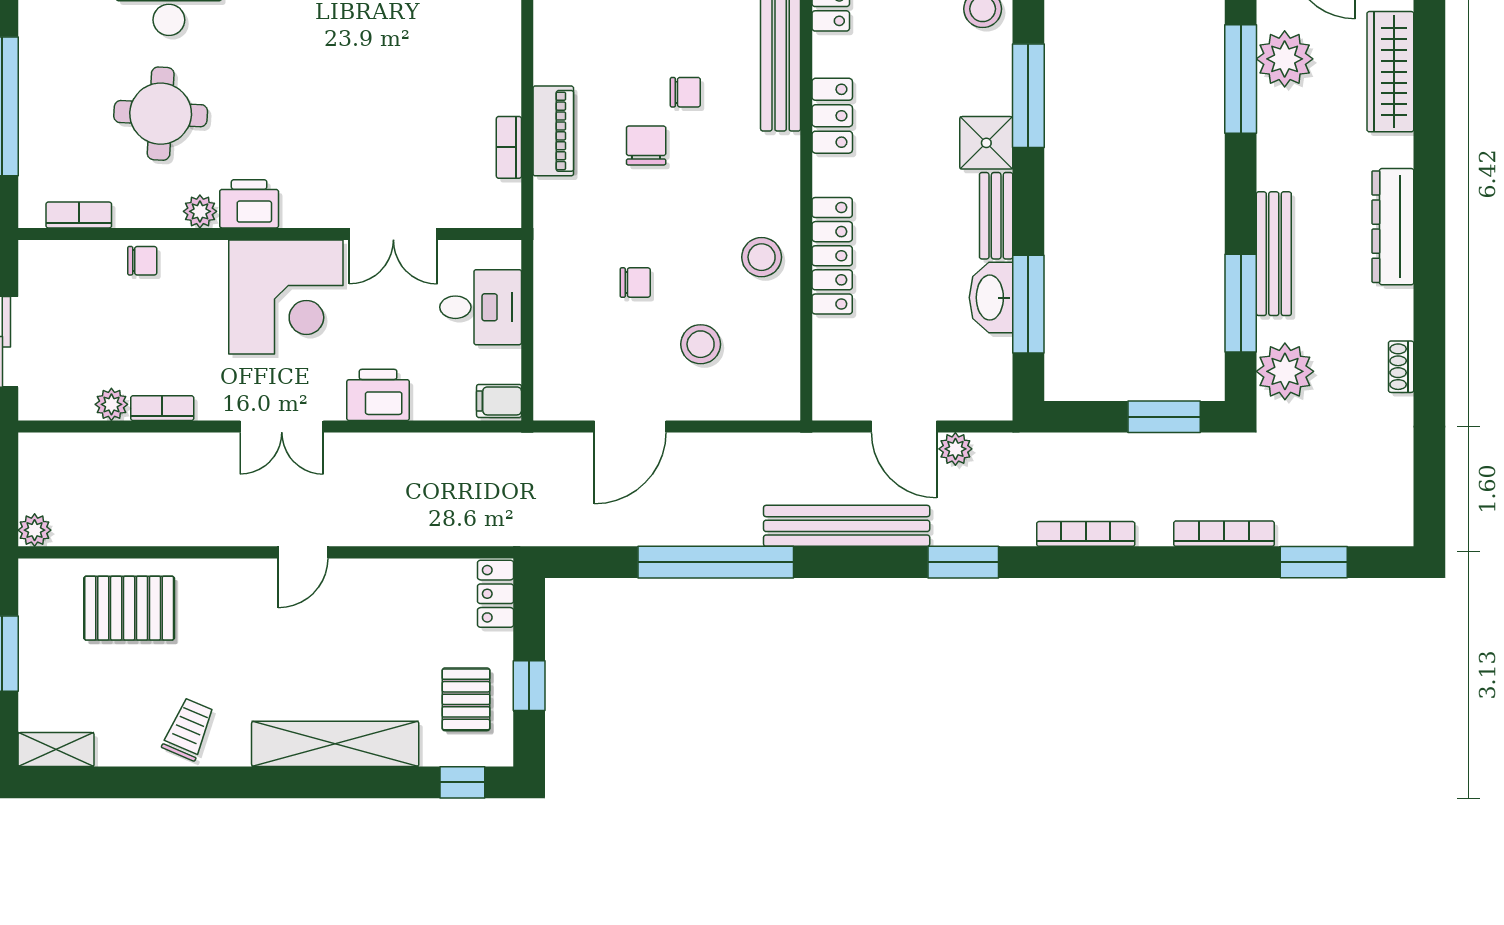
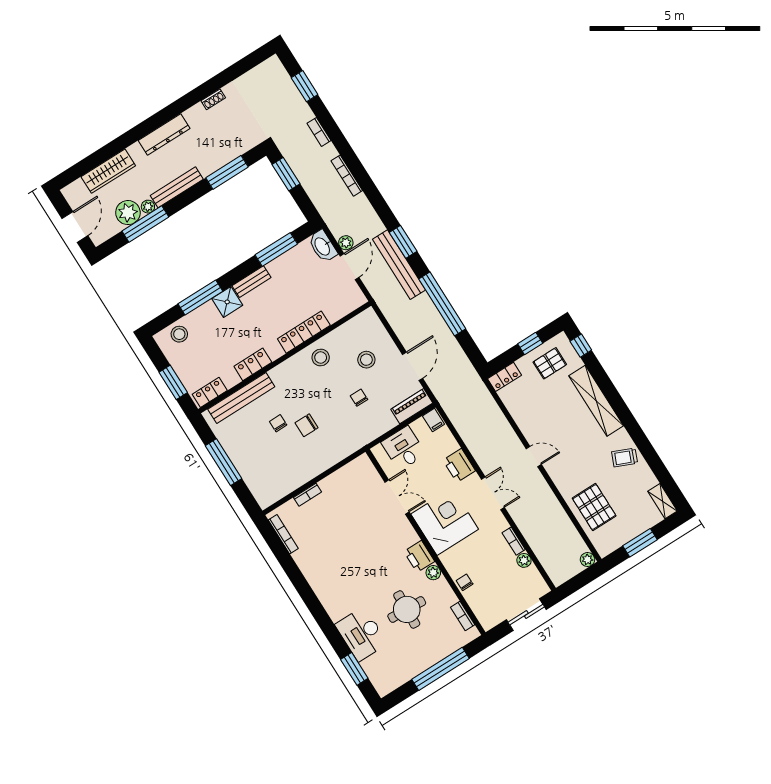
piano: (553, 131) -> (412, 406), moved
bookcase: (509, 147) -> (307, 495), moved
bench: (1274, 254) -> (177, 187), moved
washbasin: (991, 298) -> (323, 246), moved, turned 90
plant: (1285, 371) -> (148, 207), moved, width x0.53, depth x0.53
door: (630, 427) -> (413, 366), hinge flipped
bookcase: (1224, 534) -> (319, 132), width x0.64
window: (963, 562) -> (403, 242), moved

